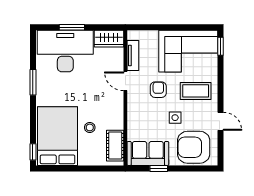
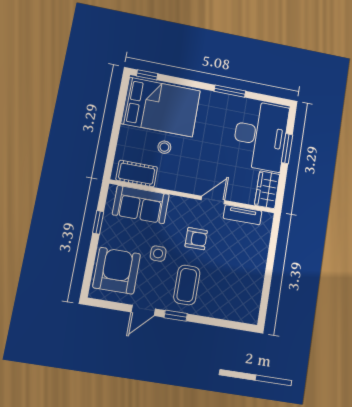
window: (220, 46) -> (176, 316), moved
corner sofa: (188, 51) -> (237, 284), removed
sofa: (148, 153) -> (141, 205), moved, turned 90

